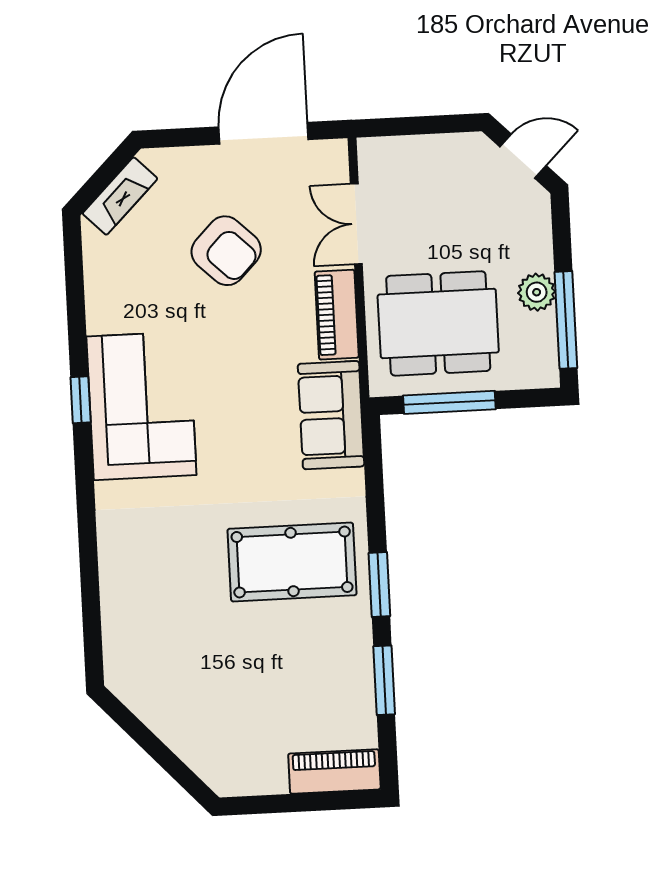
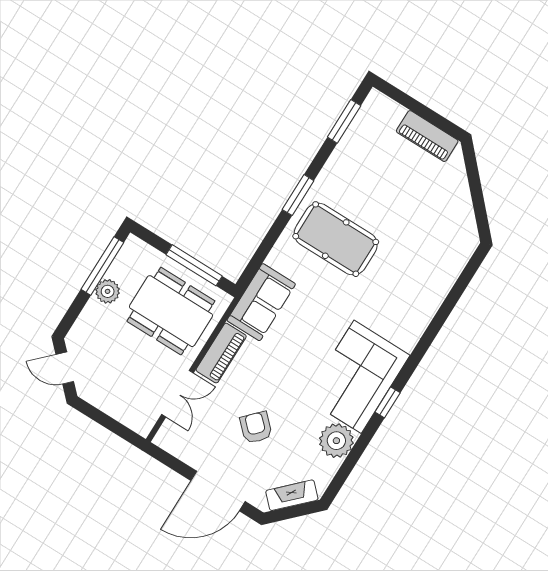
door: (263, 133) -> (218, 491), moved
armchair: (226, 251) -> (256, 427), width x0.72, depth x0.72
plant: (112, 305) -> (336, 441), added
window: (384, 680) -> (344, 121), moved
piano: (334, 771) -> (427, 136), moved

